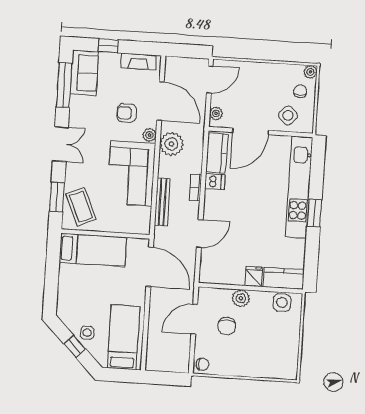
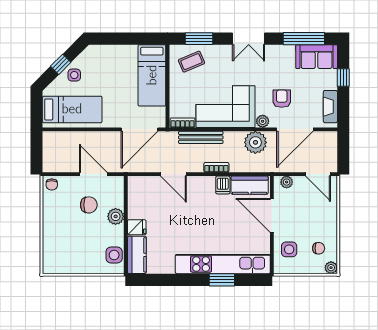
chair: (300, 91) -> (319, 248), moved
side table: (288, 115) -> (289, 249), turned 45
coffee table: (81, 207) -> (191, 62), width x0.73, depth x0.77
window: (314, 213) -> (222, 280), moved
bookcase: (145, 220) -> (183, 123), added
chair: (227, 326) -> (89, 205), turned 180

